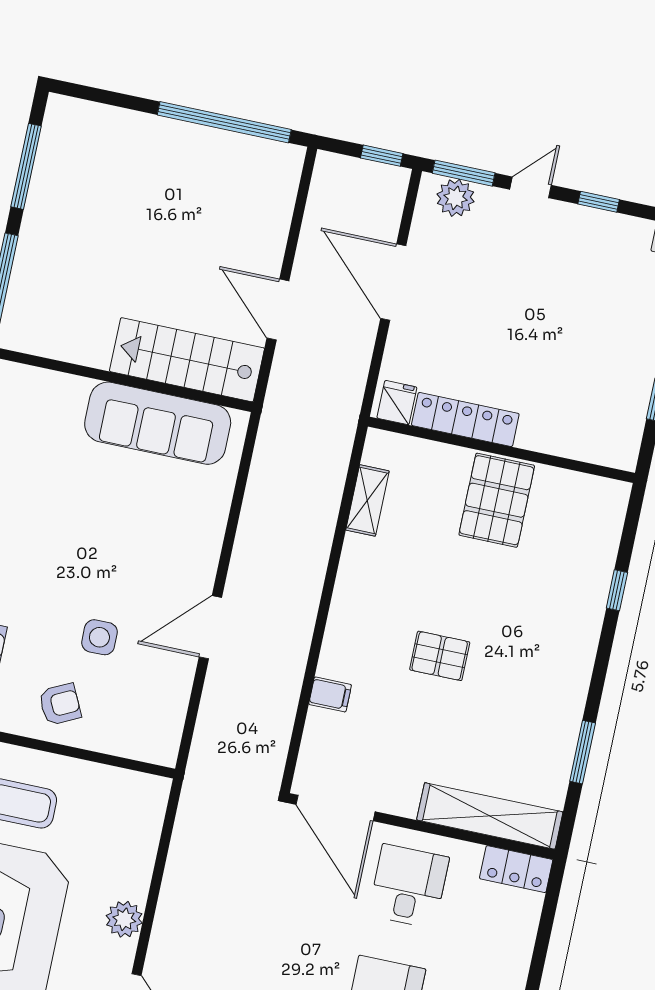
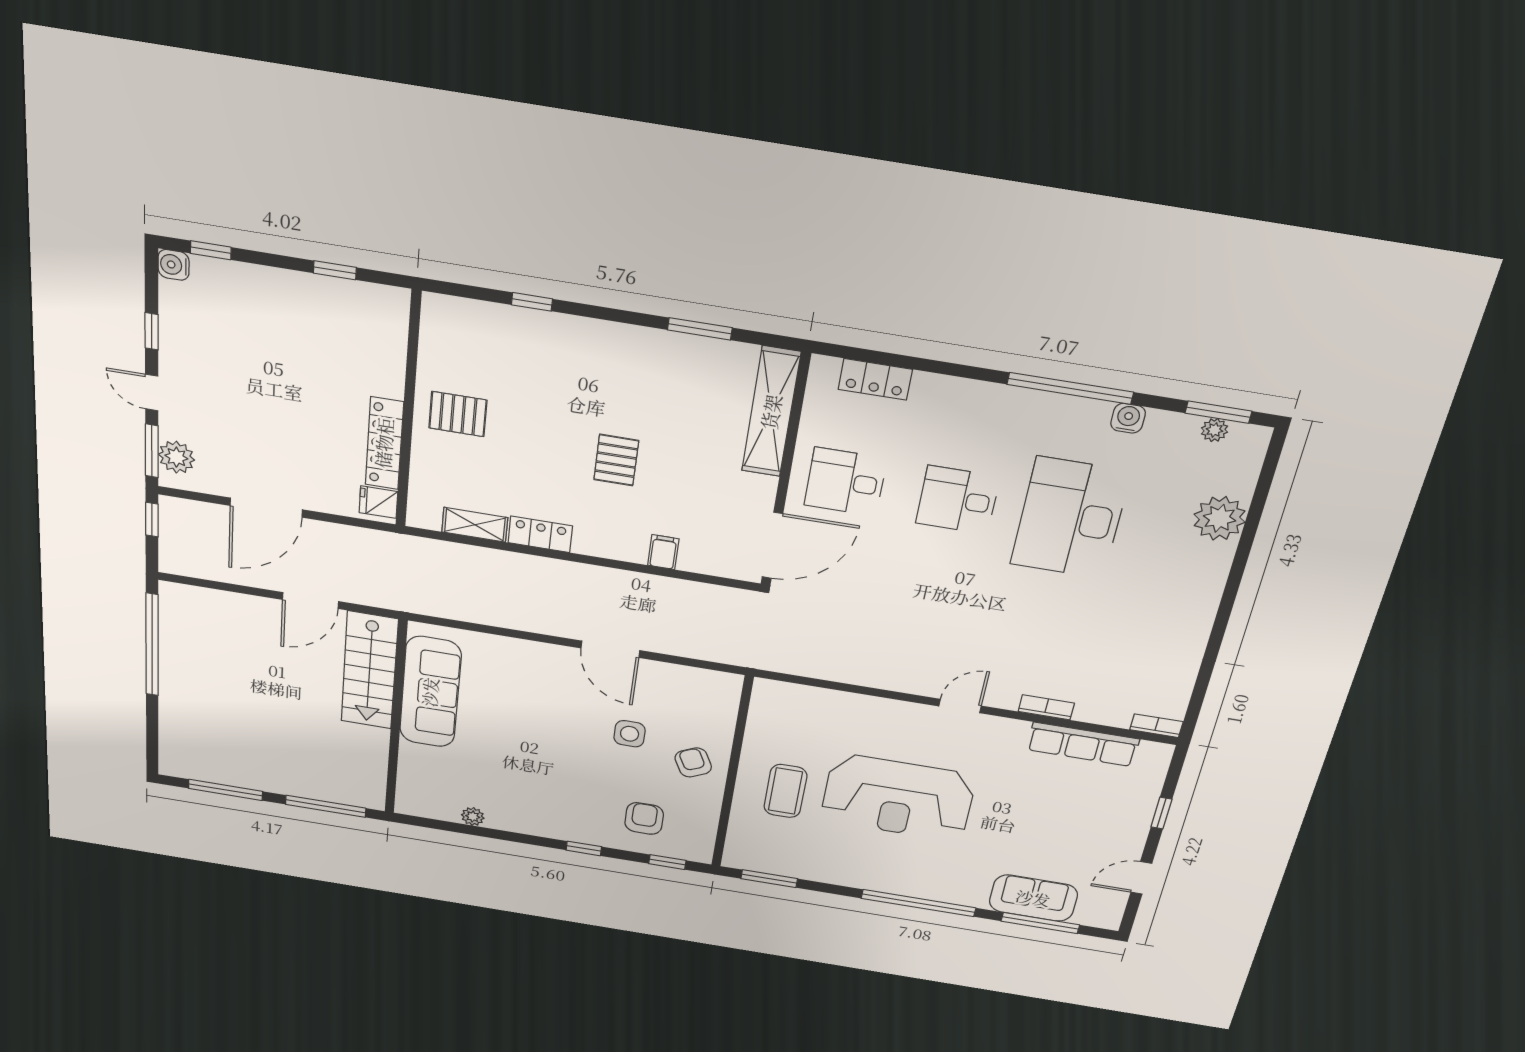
pallet: (497, 500) -> (458, 414), width x0.67, depth x0.71
locker: (354, 568) -> (540, 534), added
locker: (516, 869) -> (875, 379), moved, turned 90
plant: (124, 919) -> (888, 713), removed

